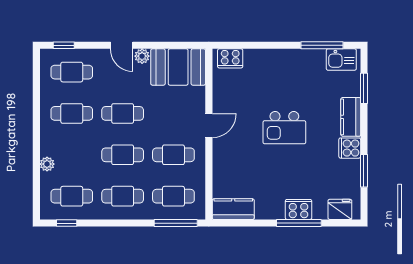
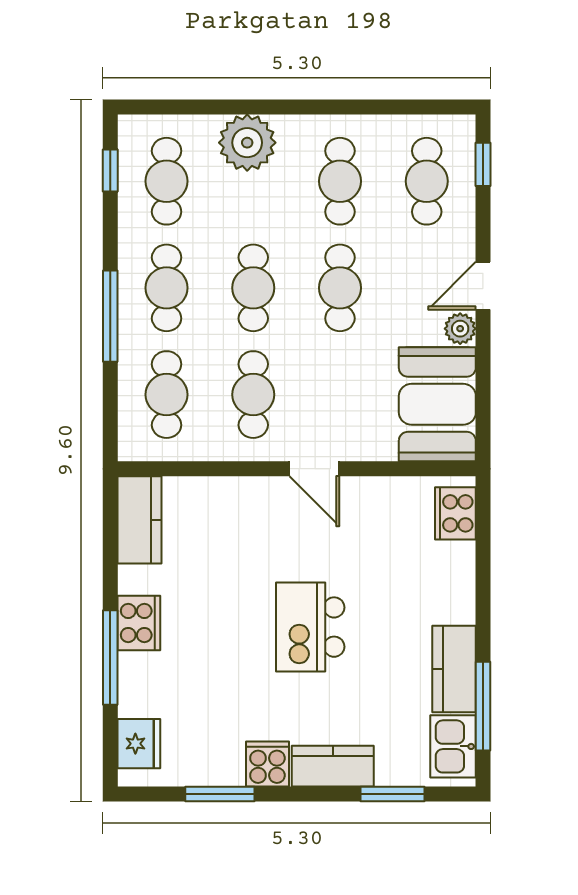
kitchen counter: (304, 59) -> (454, 669), added
plant: (47, 164) -> (247, 143), width x1.87, depth x1.87
cooker: (299, 209) -> (139, 623), moved
window: (176, 223) -> (110, 316), moved

